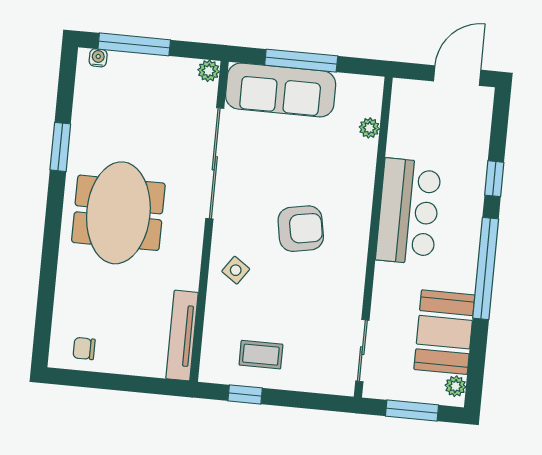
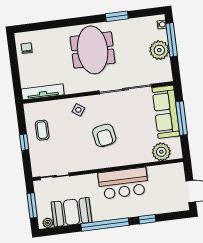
plant: (209, 71) -> (159, 50), moved, width x1.87, depth x1.87
plant: (369, 128) -> (161, 152), width x1.88, depth x1.88
meeting table: (118, 213) -> (93, 50), turned 90
window: (245, 394) -> (24, 142), moved

